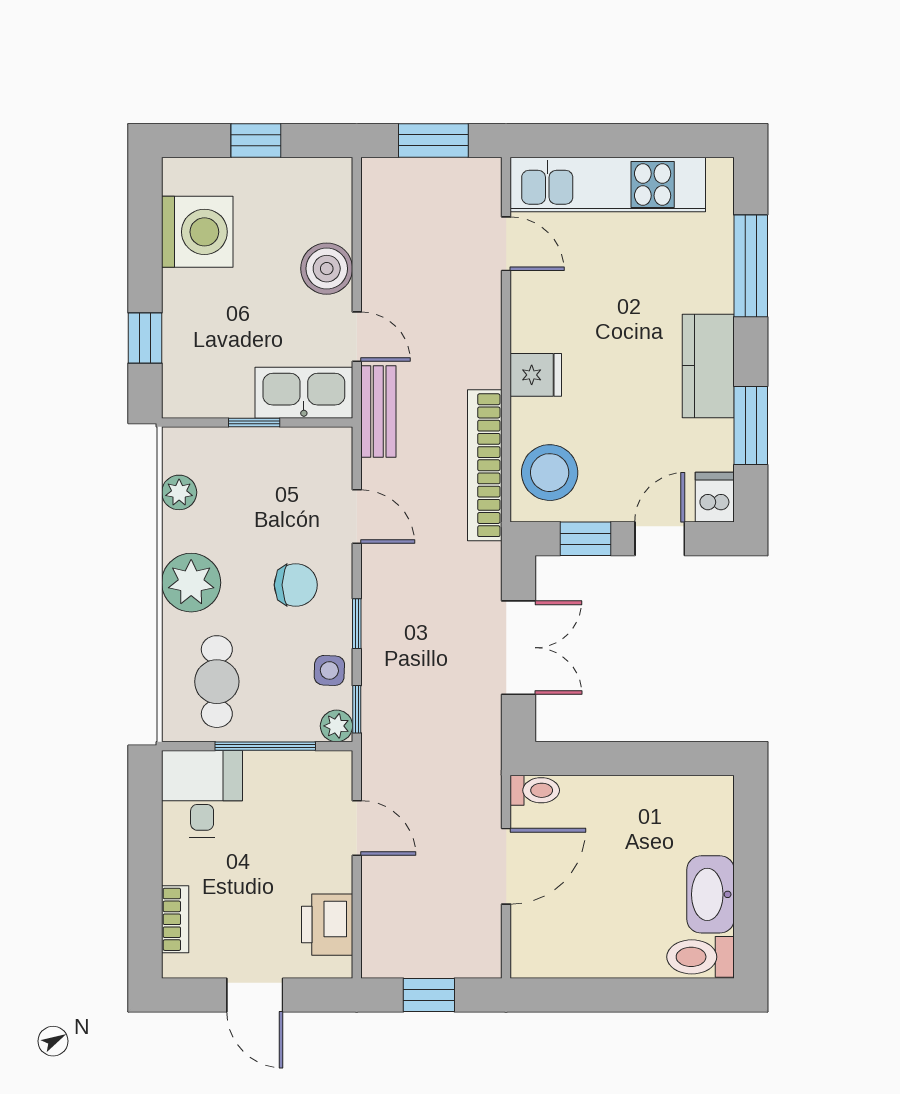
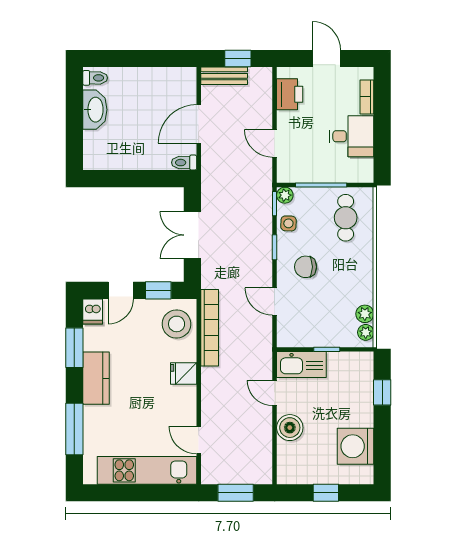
bench: (378, 412) -> (224, 76), moved, turned 90
plant: (191, 583) -> (366, 332), moved, width x0.53, depth x0.53
desk: (202, 794) -> (352, 136), moved, turned -90
toilet: (701, 957) -> (95, 78), width x0.73, depth x0.72

